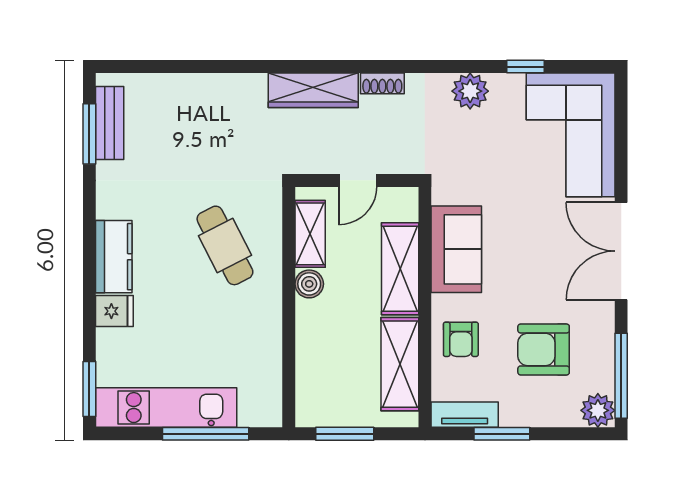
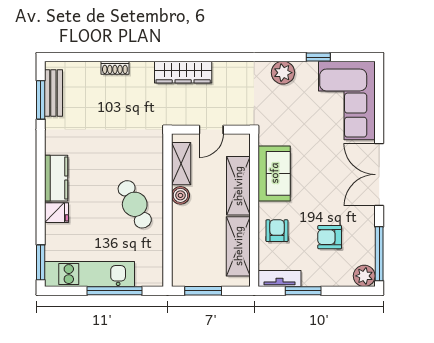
shoe rack: (382, 83) -> (115, 68), moved
cafe table: (225, 245) -> (135, 204), moved
armchair: (461, 339) -> (277, 231), turned 180
armchair: (544, 349) -> (330, 237), width x0.72, depth x0.72

